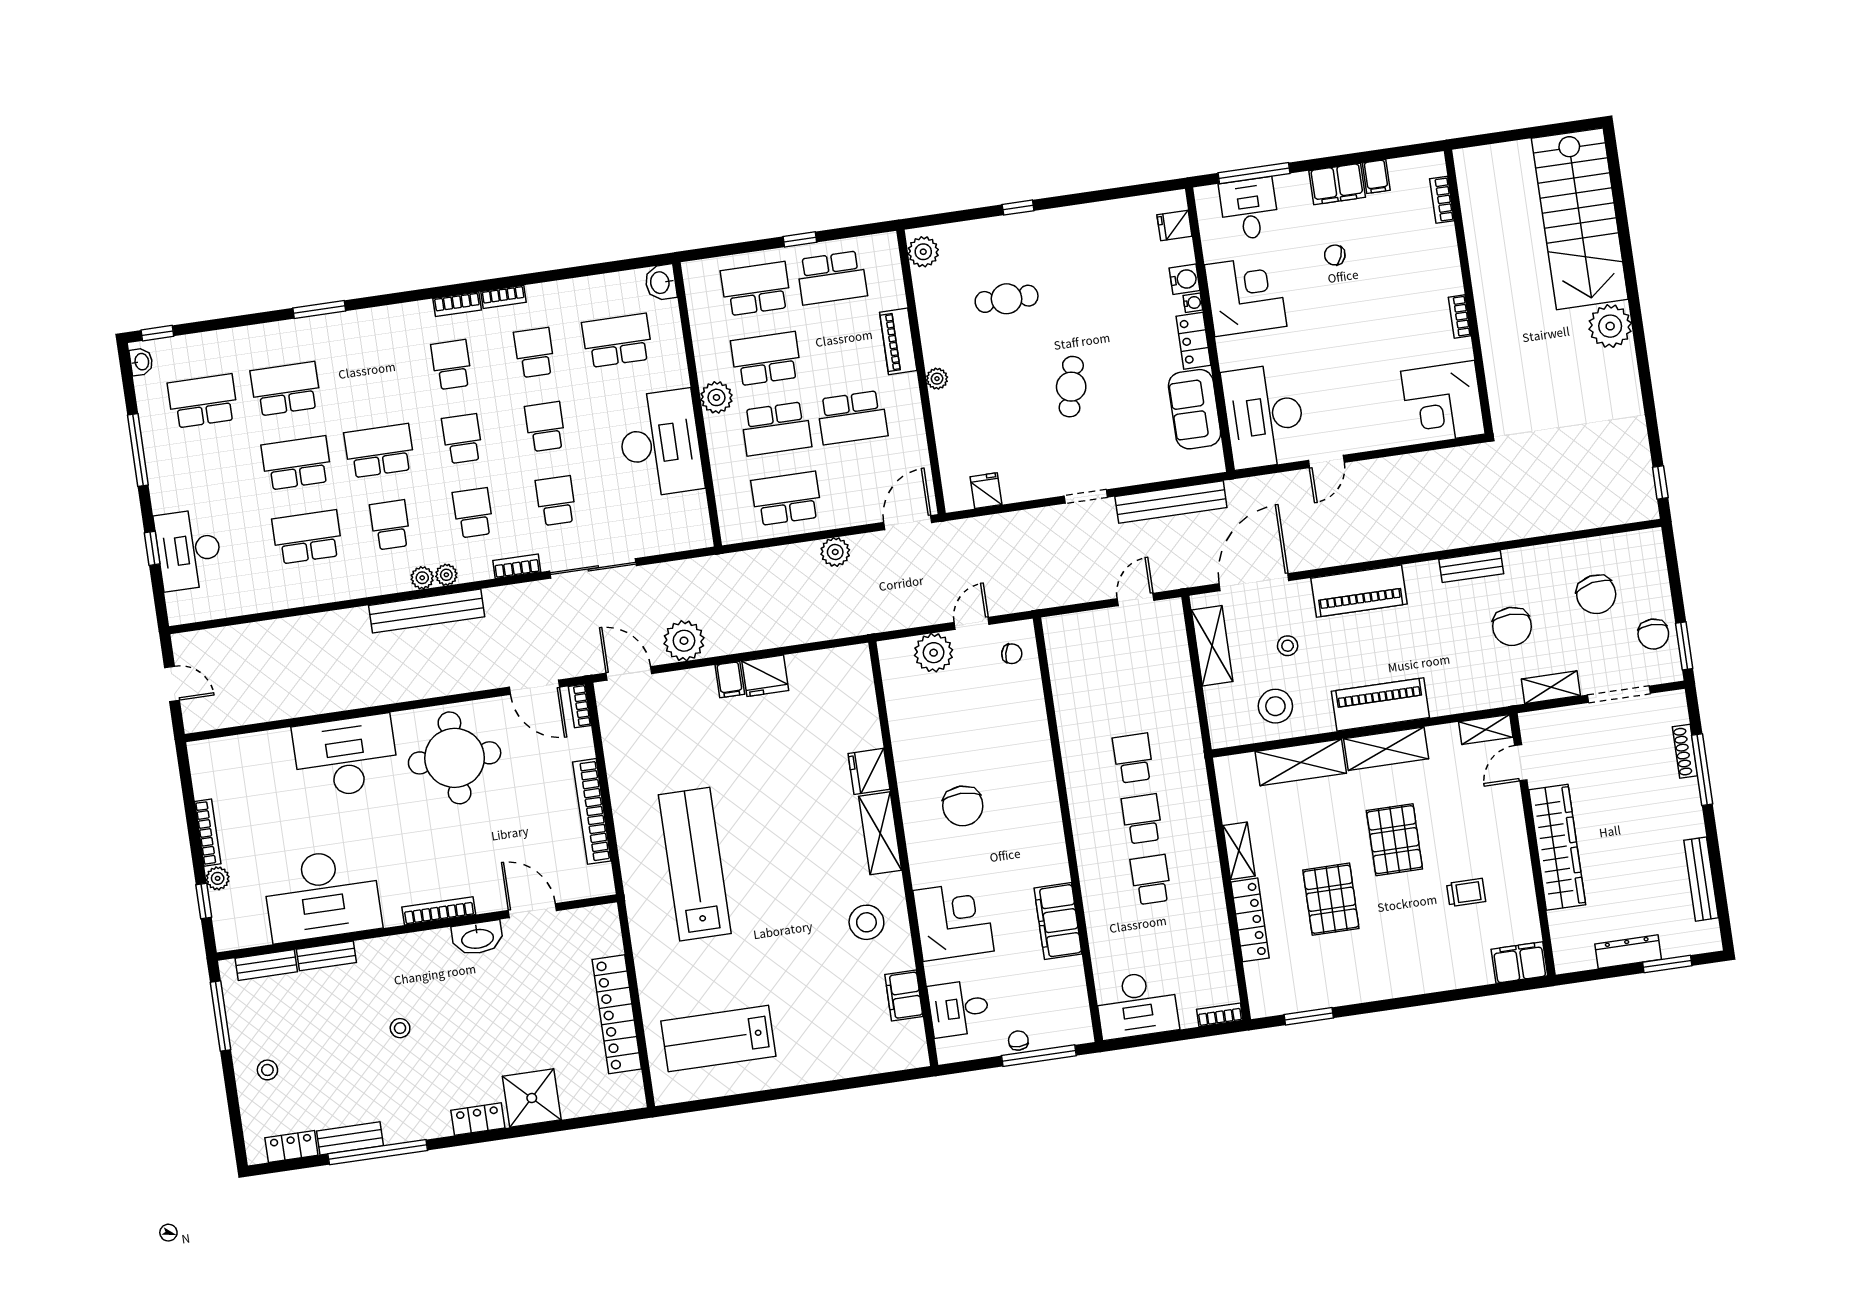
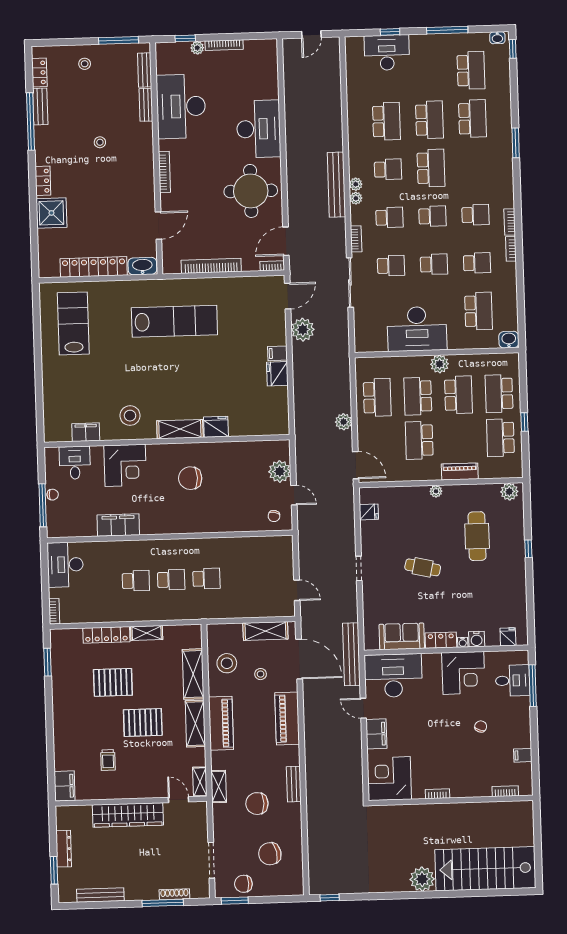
filing cabinet: (1337, 184) -> (376, 734), moved, turned 180
school desk: (756, 289) -> (499, 394), turned 180
cafe table: (1007, 299) -> (477, 536), width x1.37, depth x1.35
bench: (1171, 502) -> (351, 654), moved
shelving: (1551, 687) -> (219, 786), moved
washbasin: (477, 938) -> (142, 266), moved, turned 90

